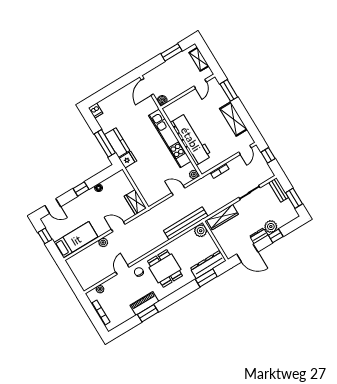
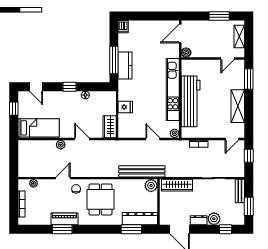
fridge: (128, 160) -> (125, 107), moved
window: (276, 236) -> (226, 229), moved

